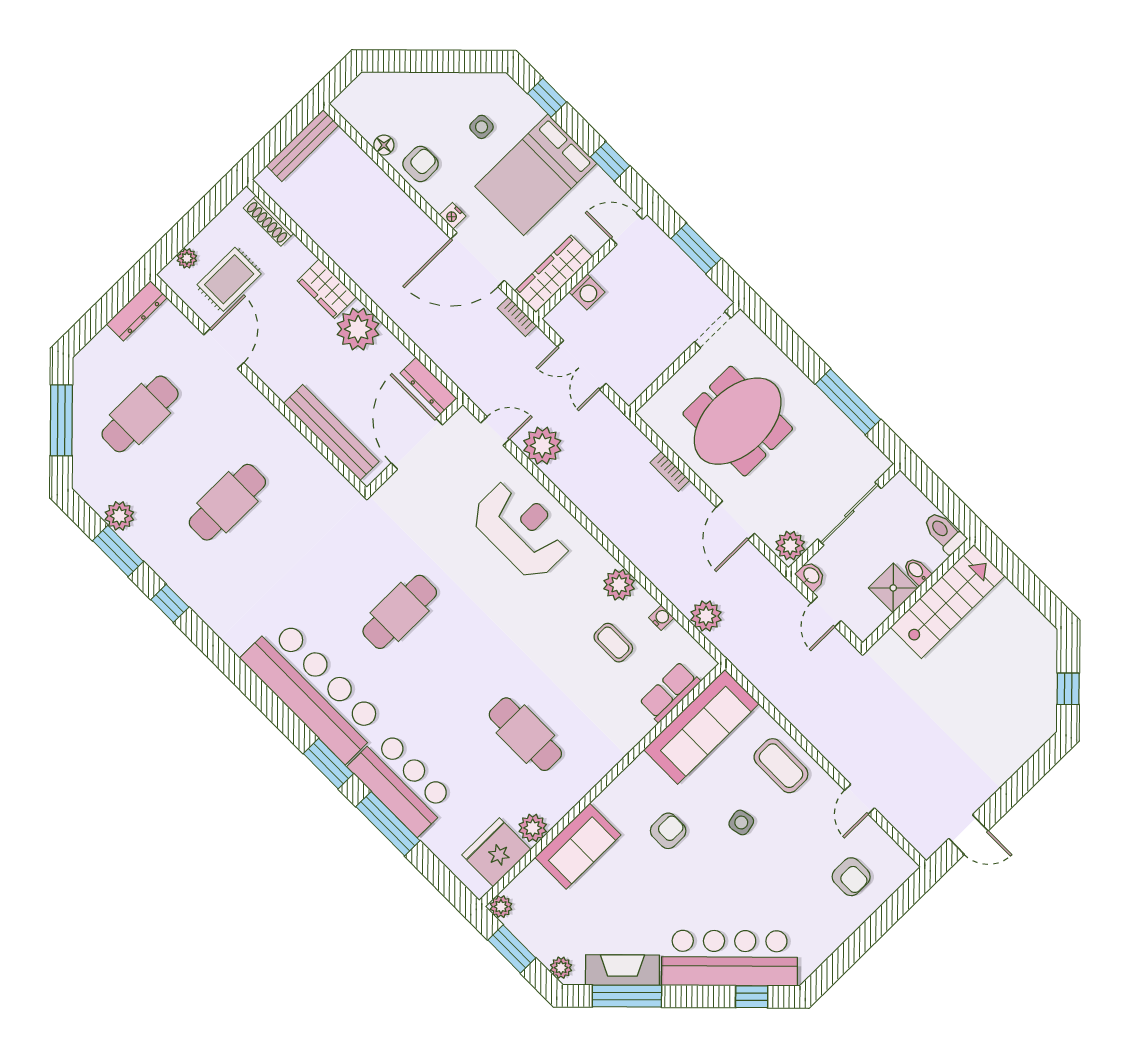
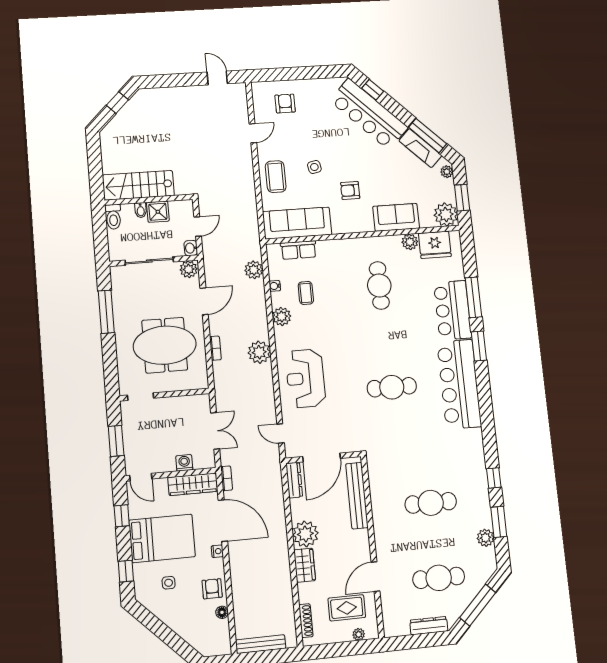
armchair: (420, 164) -> (212, 589), turned 90
dresser: (137, 311) -> (429, 626), moved
plant: (542, 446) -> (259, 352), moved
plant: (501, 907) -> (446, 215), width x1.88, depth x1.88

